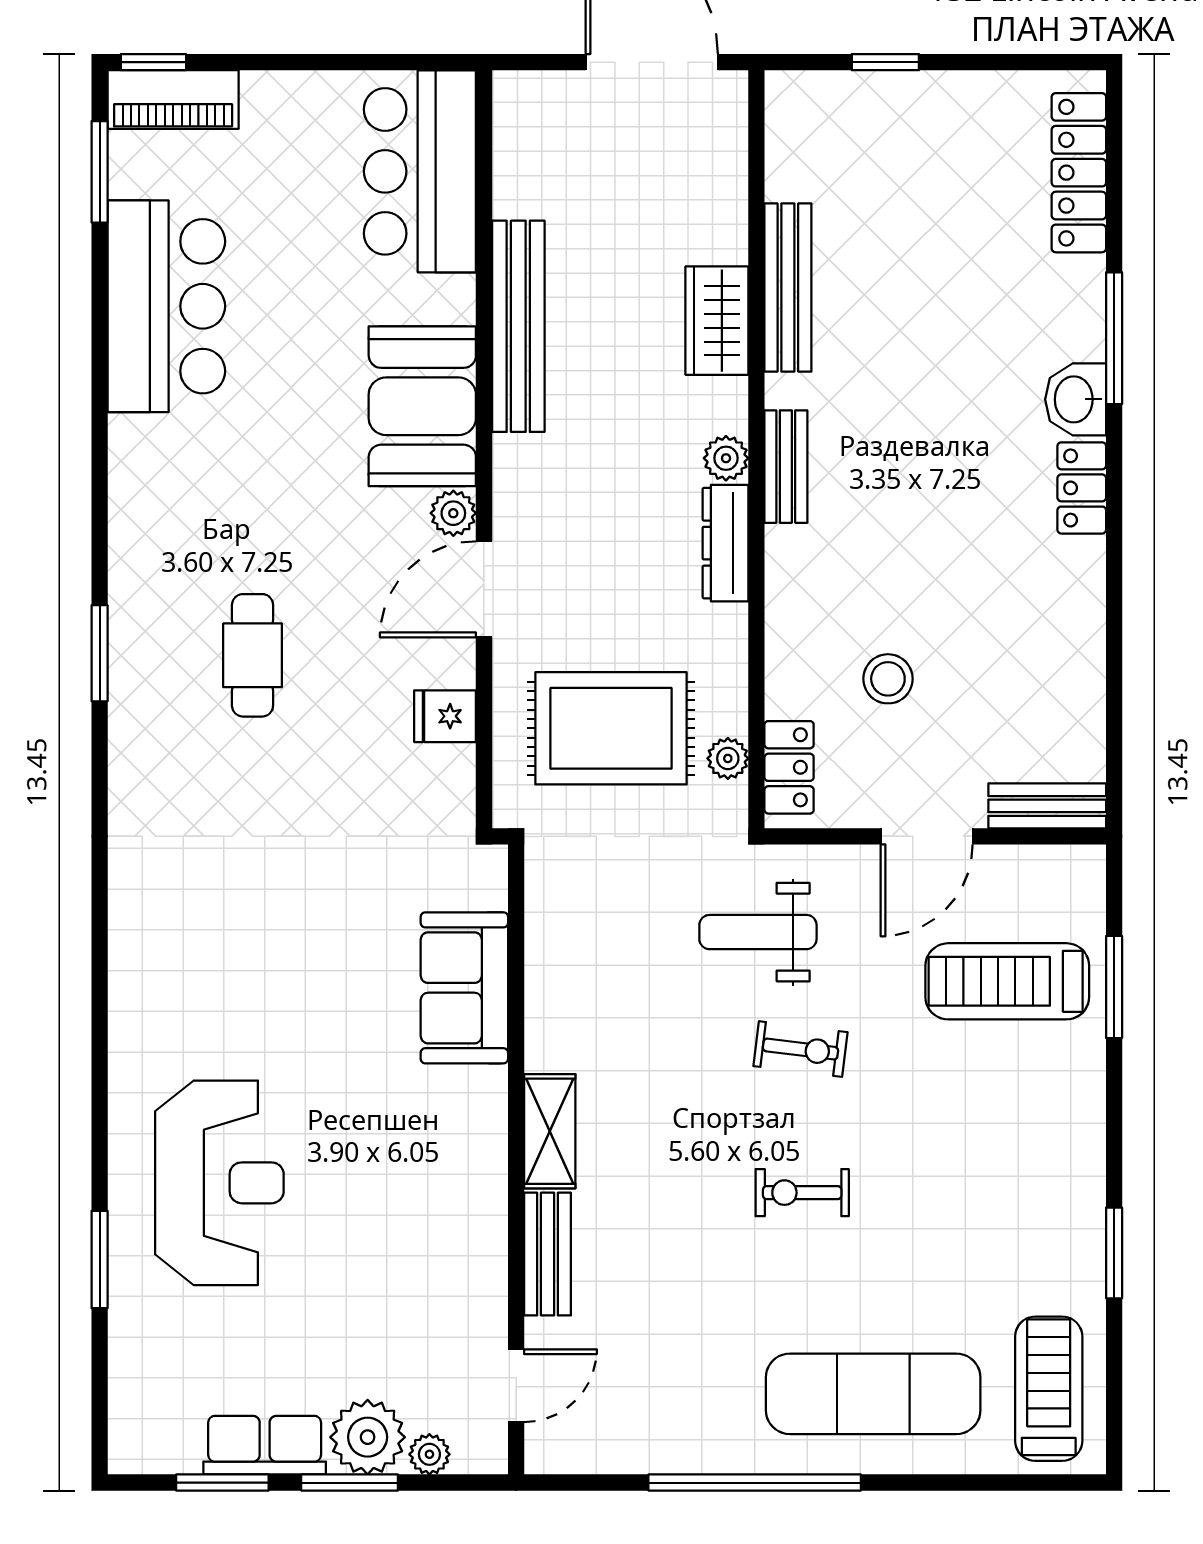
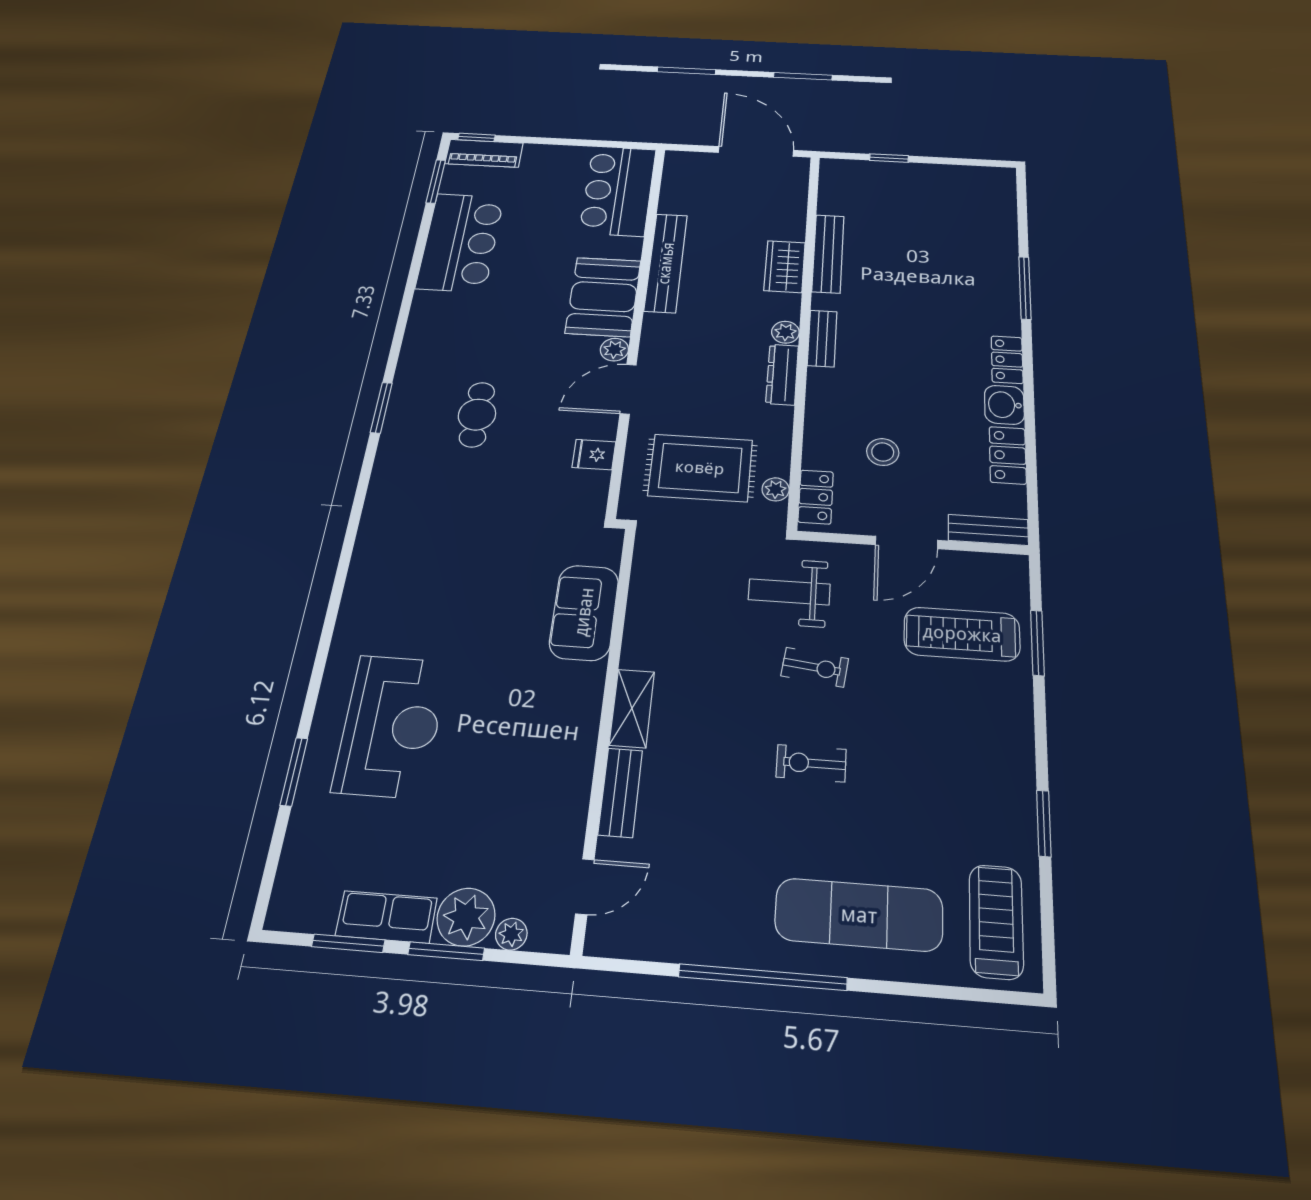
locker: (1079, 173) -> (1008, 455), moved, width x0.66
washbasin: (1076, 399) -> (1004, 405), moved

